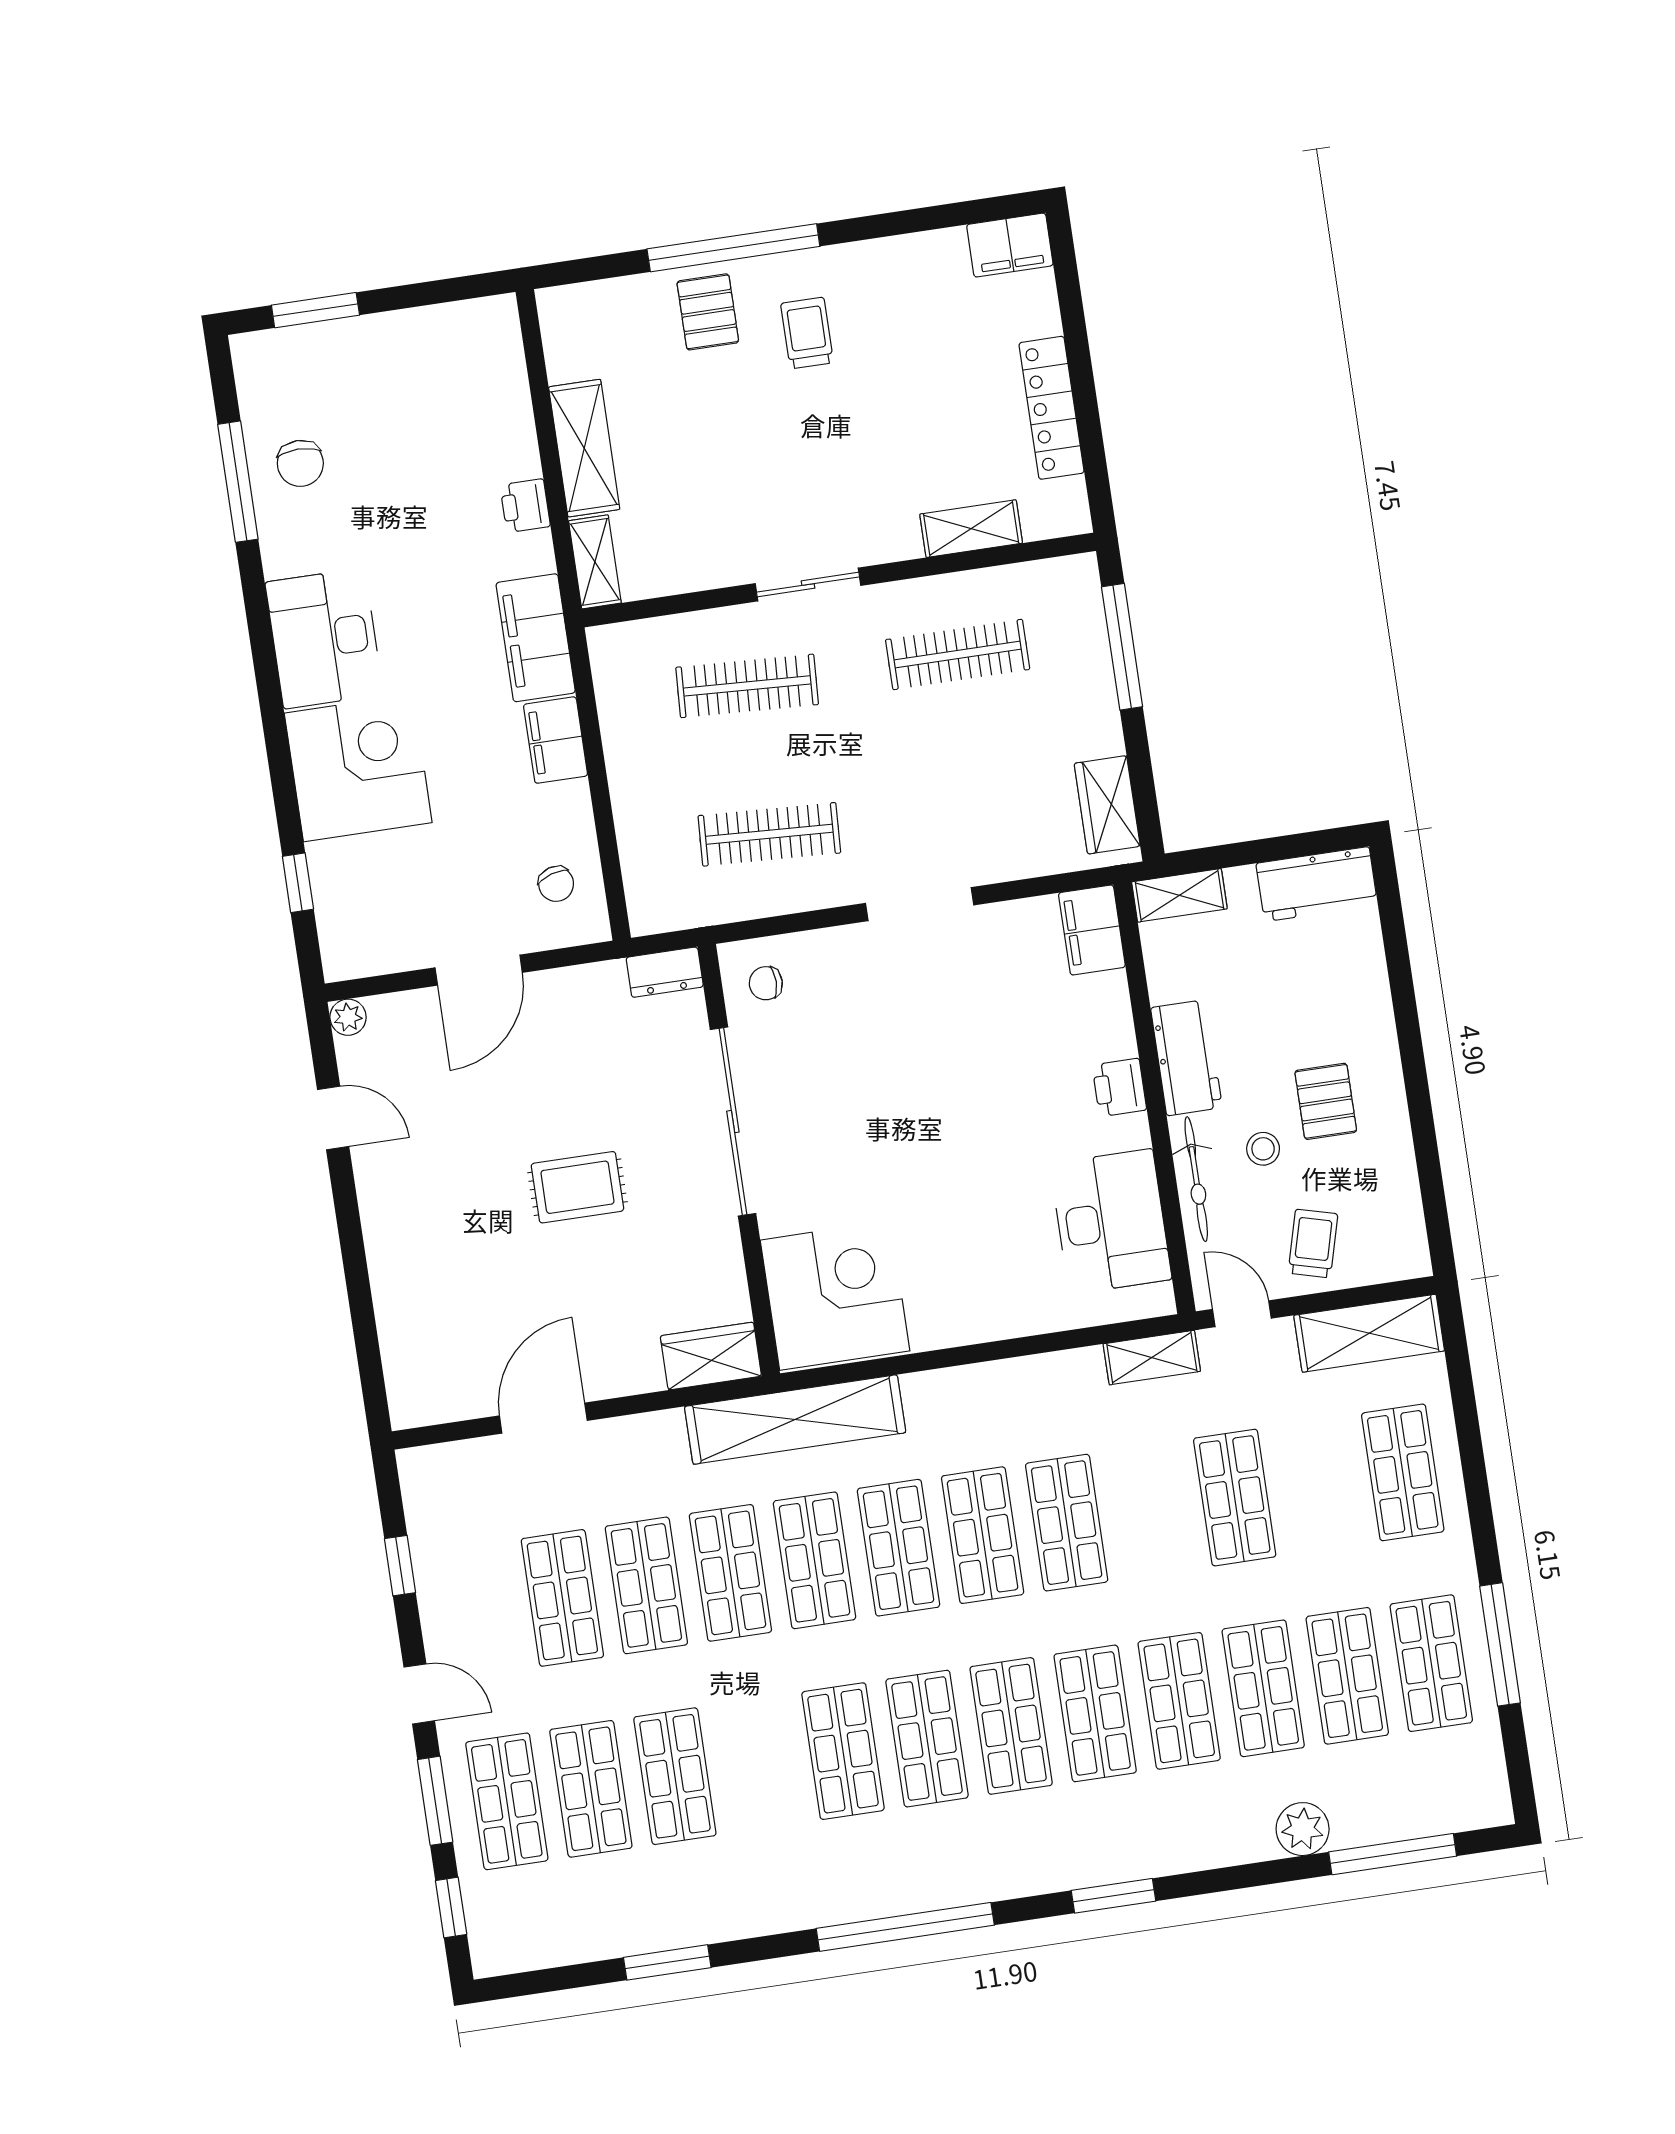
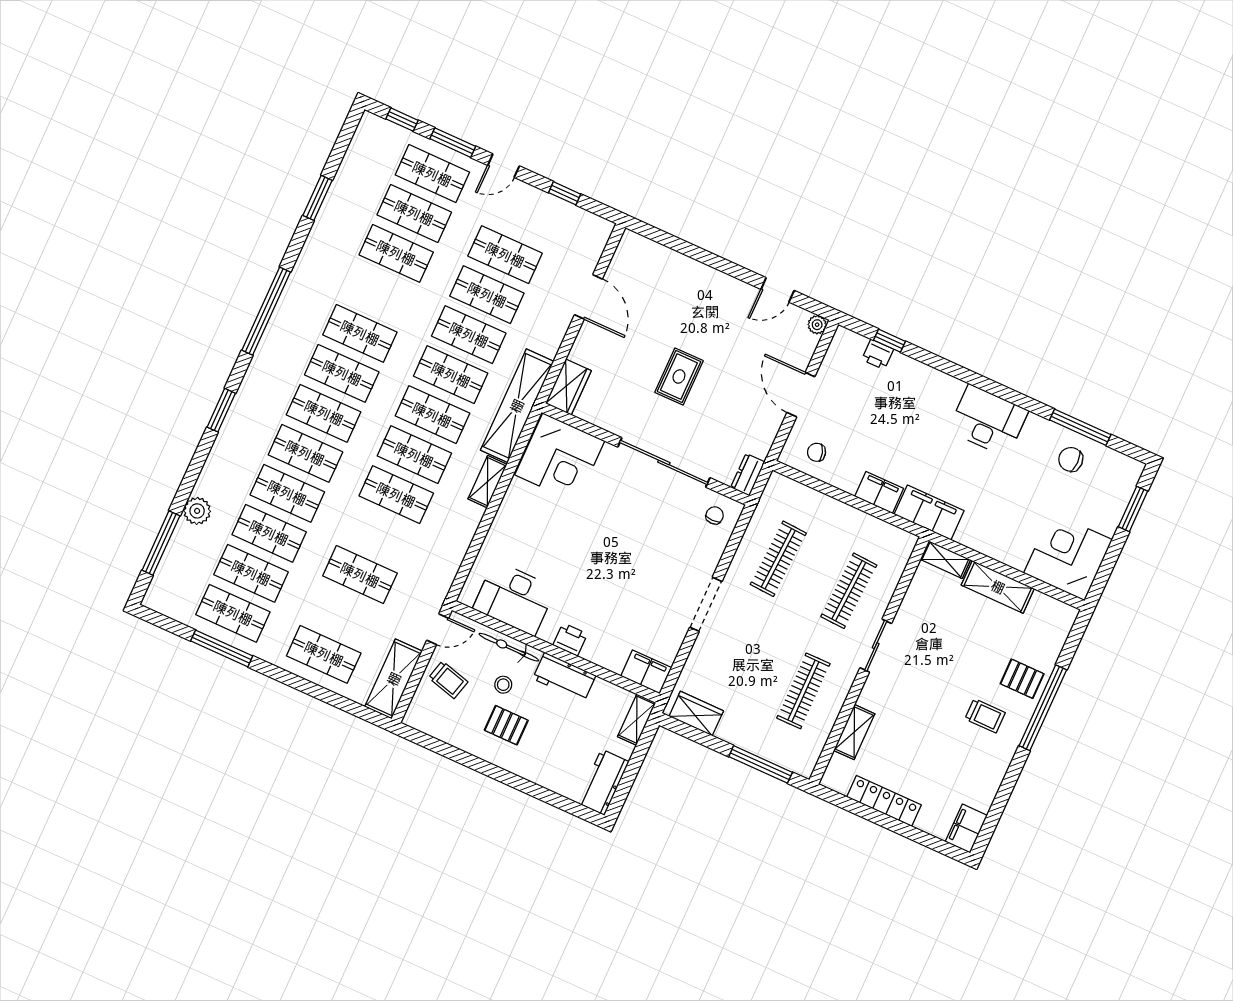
printer: (525, 506) -> (878, 354), moved, turned 180
corner desk: (358, 768) -> (1068, 556), moved, turned 180
shelving: (1152, 1358) -> (488, 482), moved

